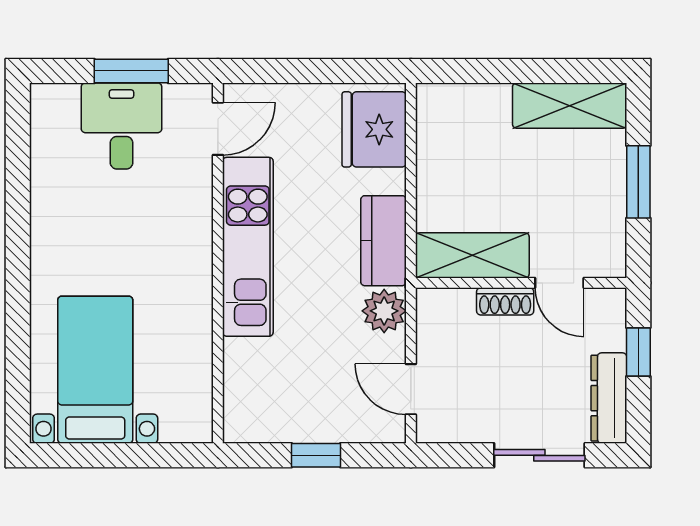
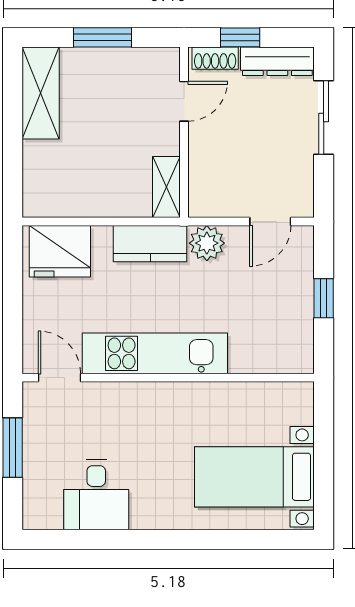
desk: (122, 126) -> (96, 495), moved, turned -90
shelving: (472, 255) -> (166, 187), width x0.67, depth x0.75
shoe rack: (505, 301) -> (215, 58), moved, turned 90

